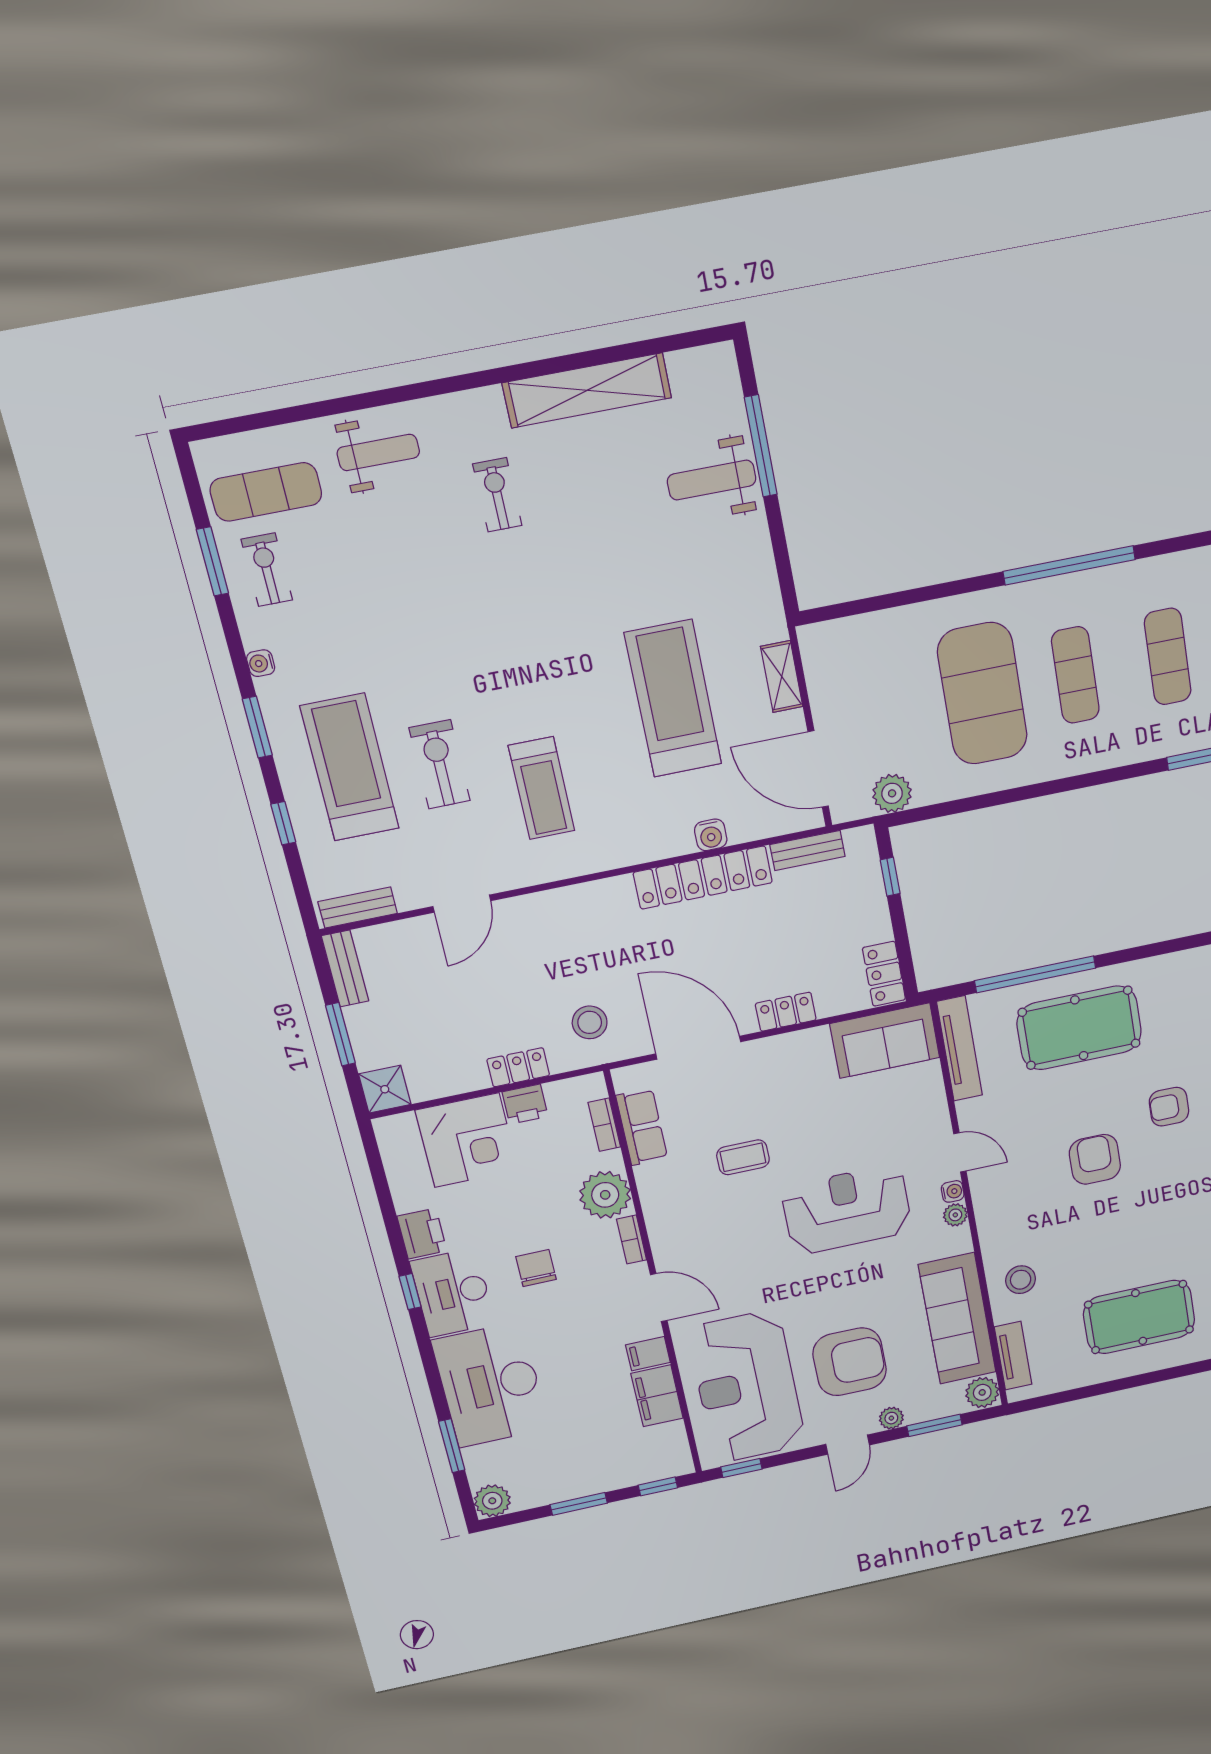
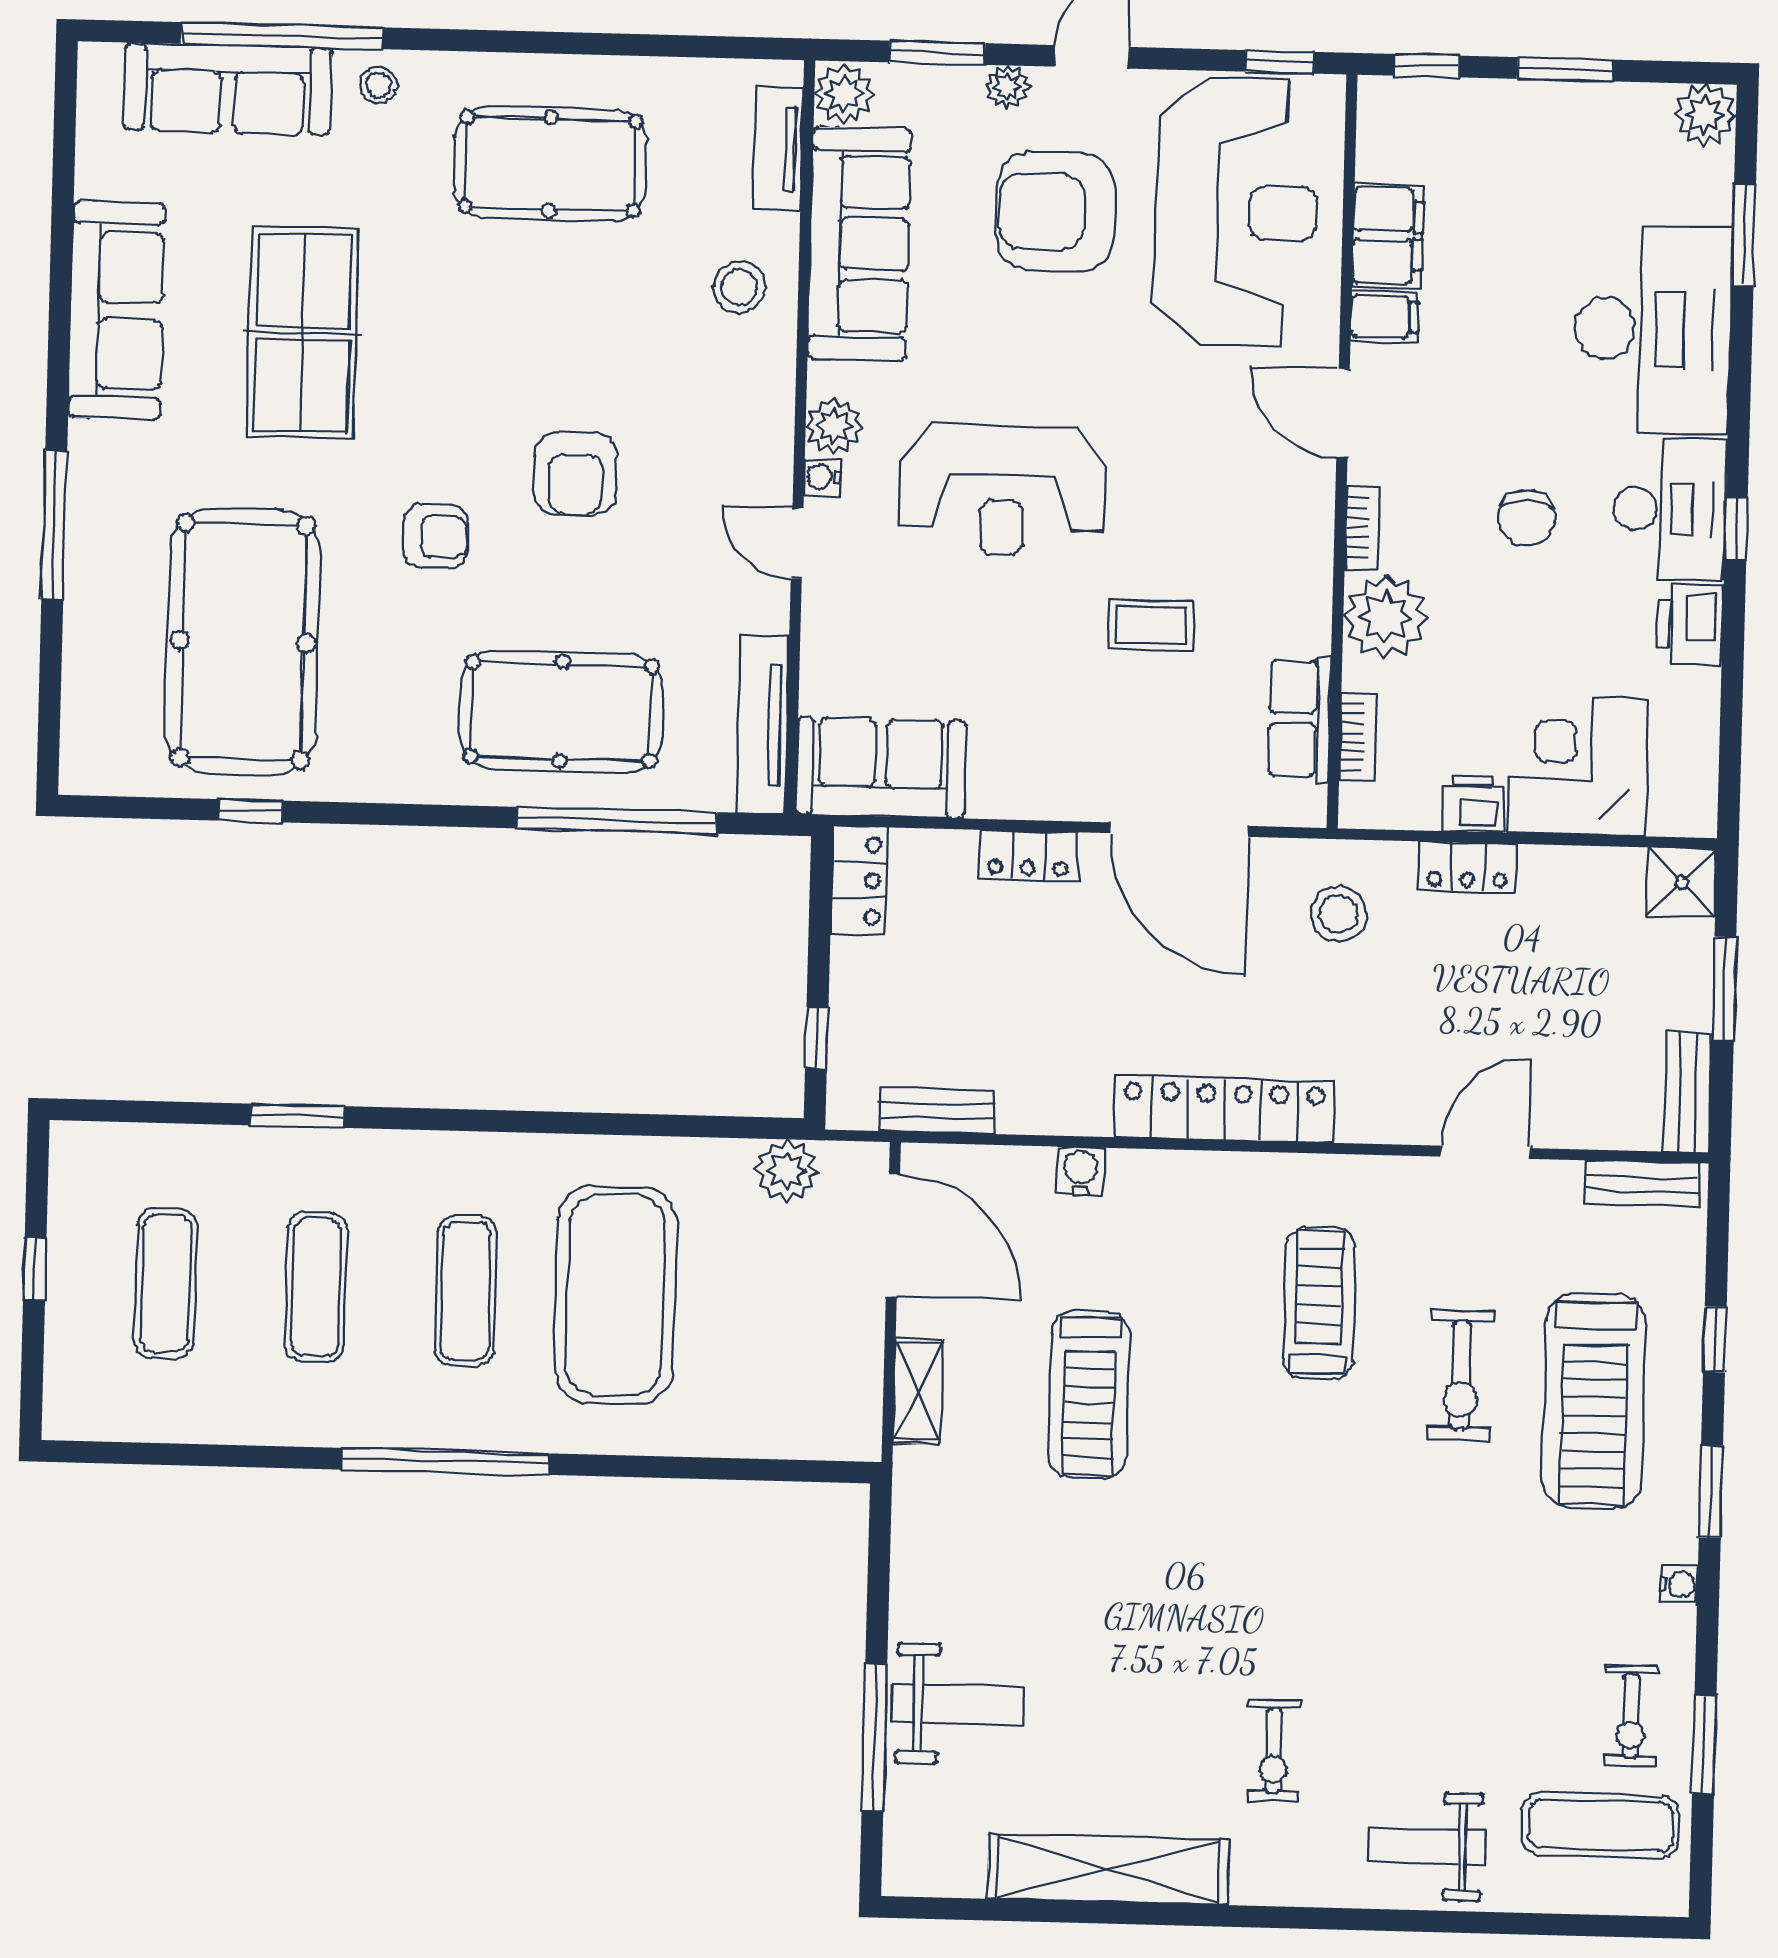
treadmill: (673, 699) -> (1089, 1395), width x0.73, depth x0.73
locker: (703, 878) -> (1224, 1109), moved
plant: (955, 1215) -> (834, 426), width x1.38, depth x1.38

